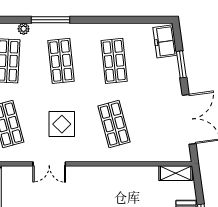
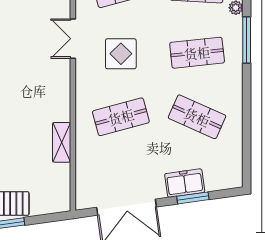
freezer: (165, 41) -> (185, 183), moved
shop shelf: (114, 61) -> (197, 117), turned 30
shelving: (176, 173) -> (62, 142), moved

